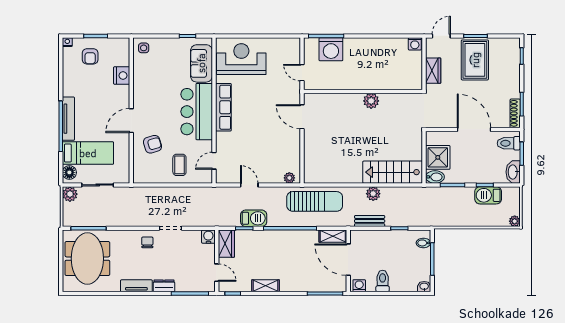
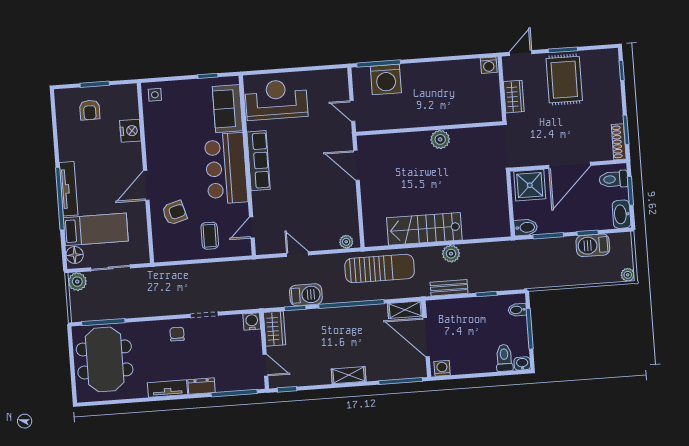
nightstand: (67, 42) -> (60, 94), removed
door: (474, 129) -> (569, 165), swing flipped
shower: (438, 157) -> (530, 185), moved
stairs: (393, 172) -> (424, 229), moved
toilet: (383, 281) -> (504, 358), moved
shelving: (266, 286) -> (349, 375), moved

